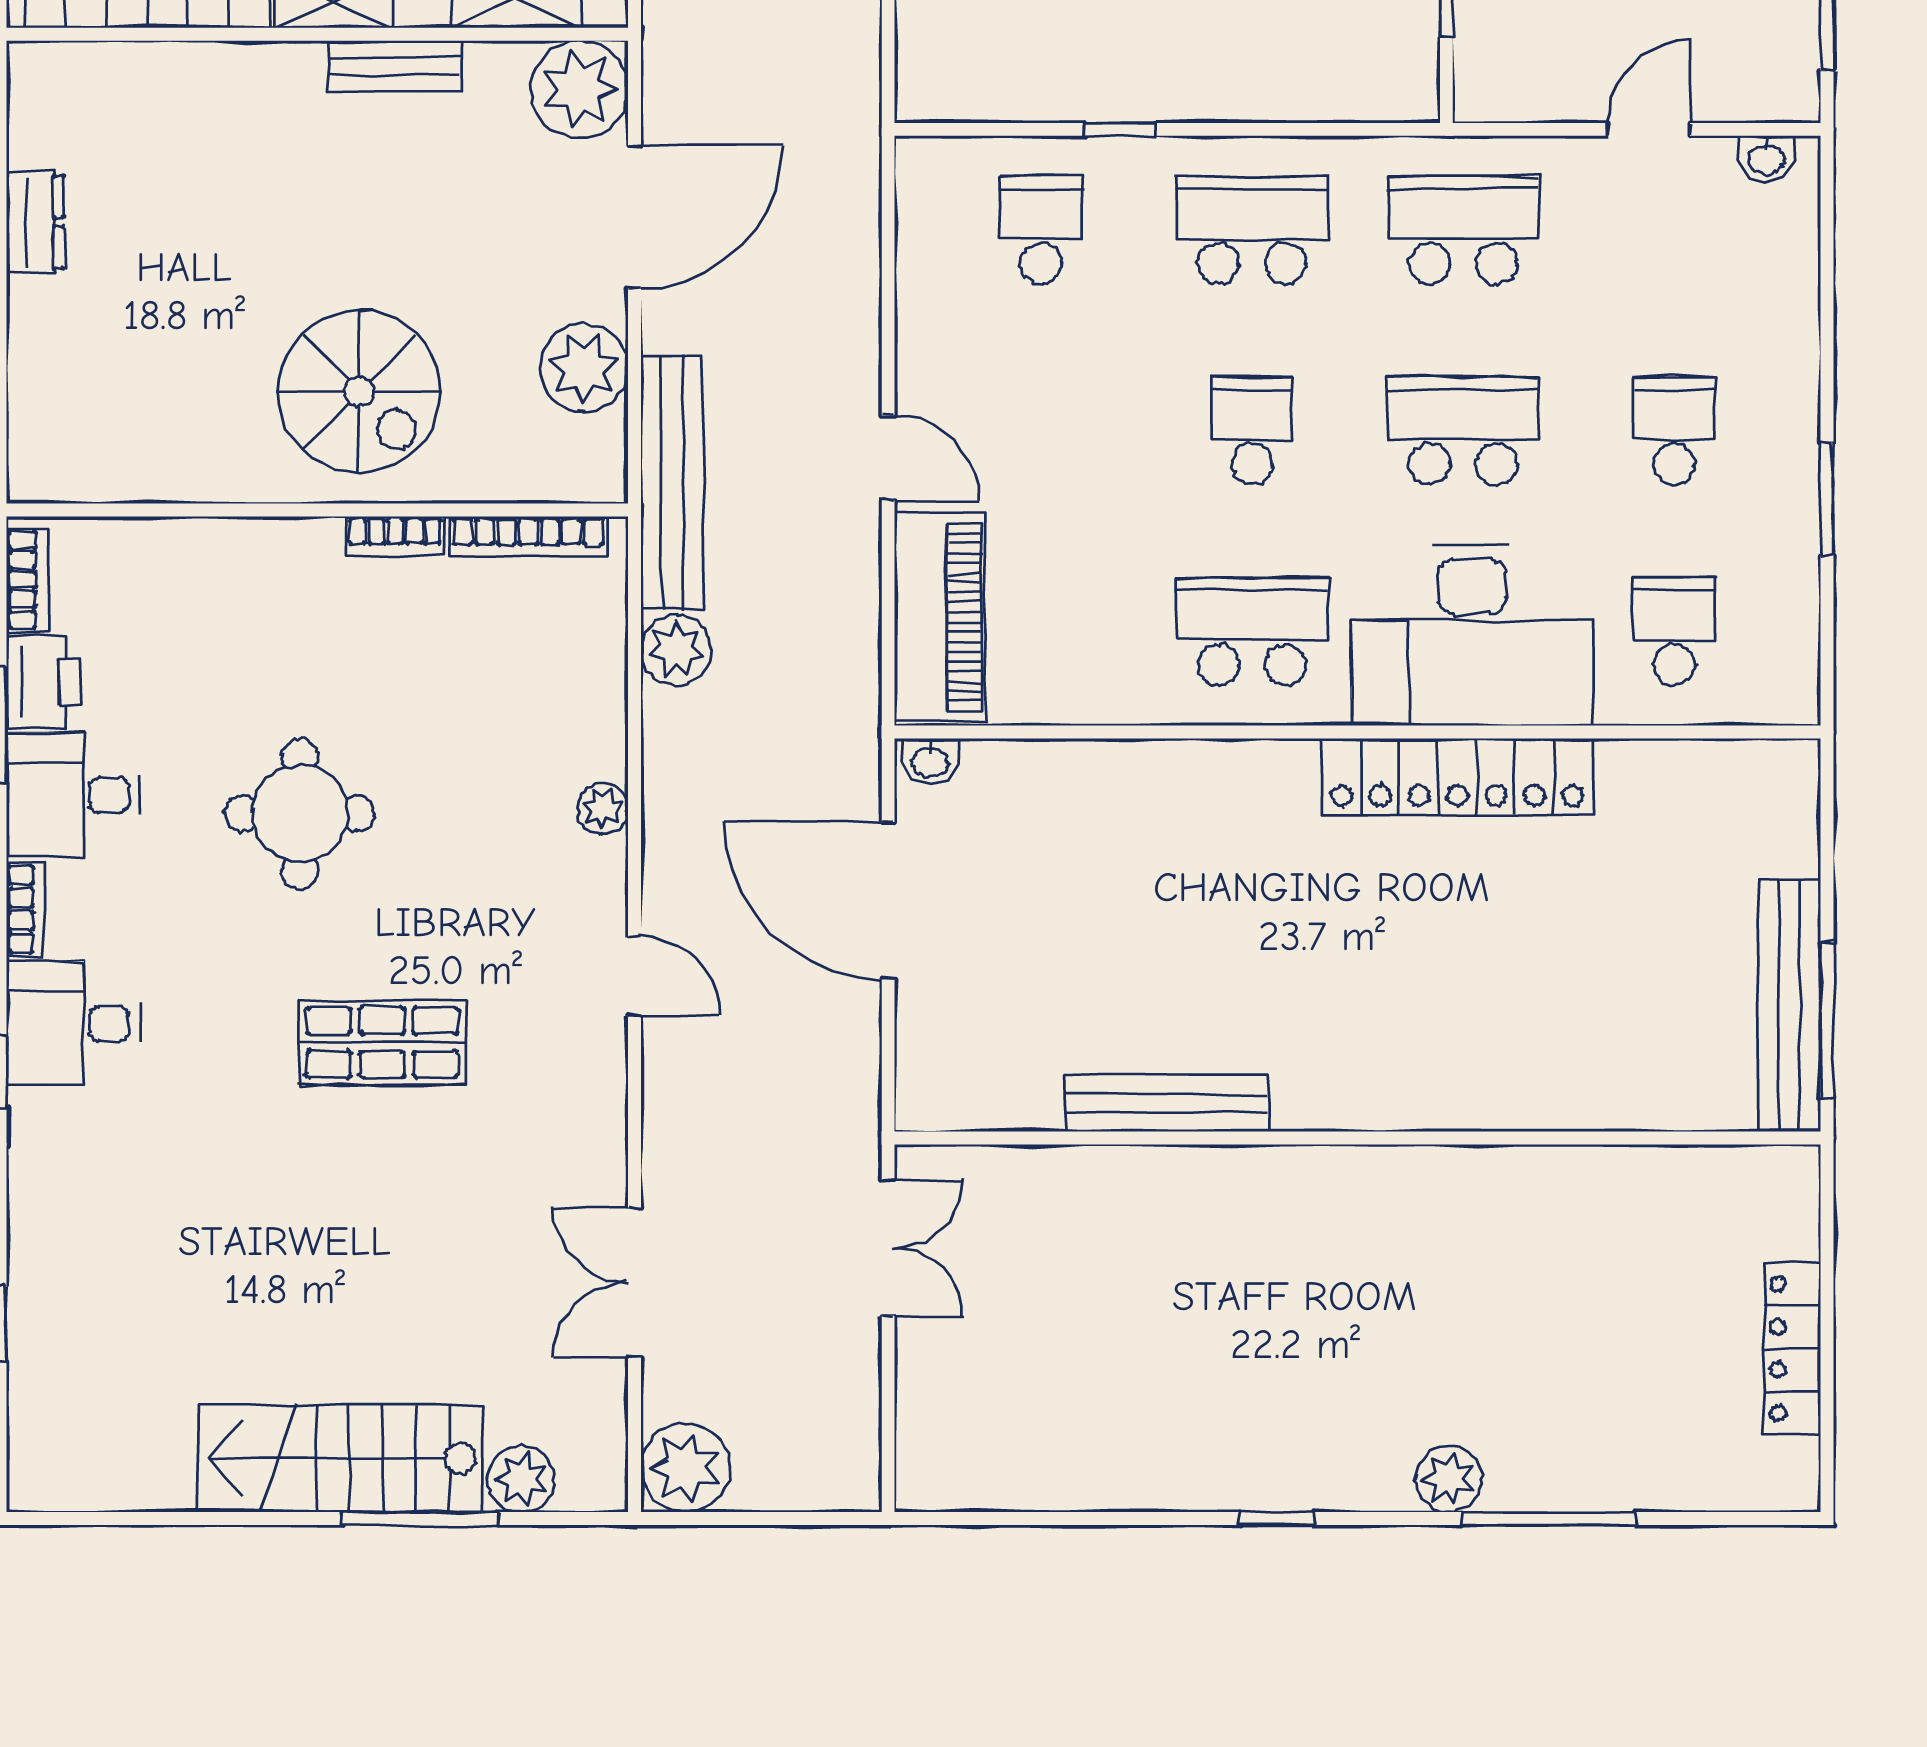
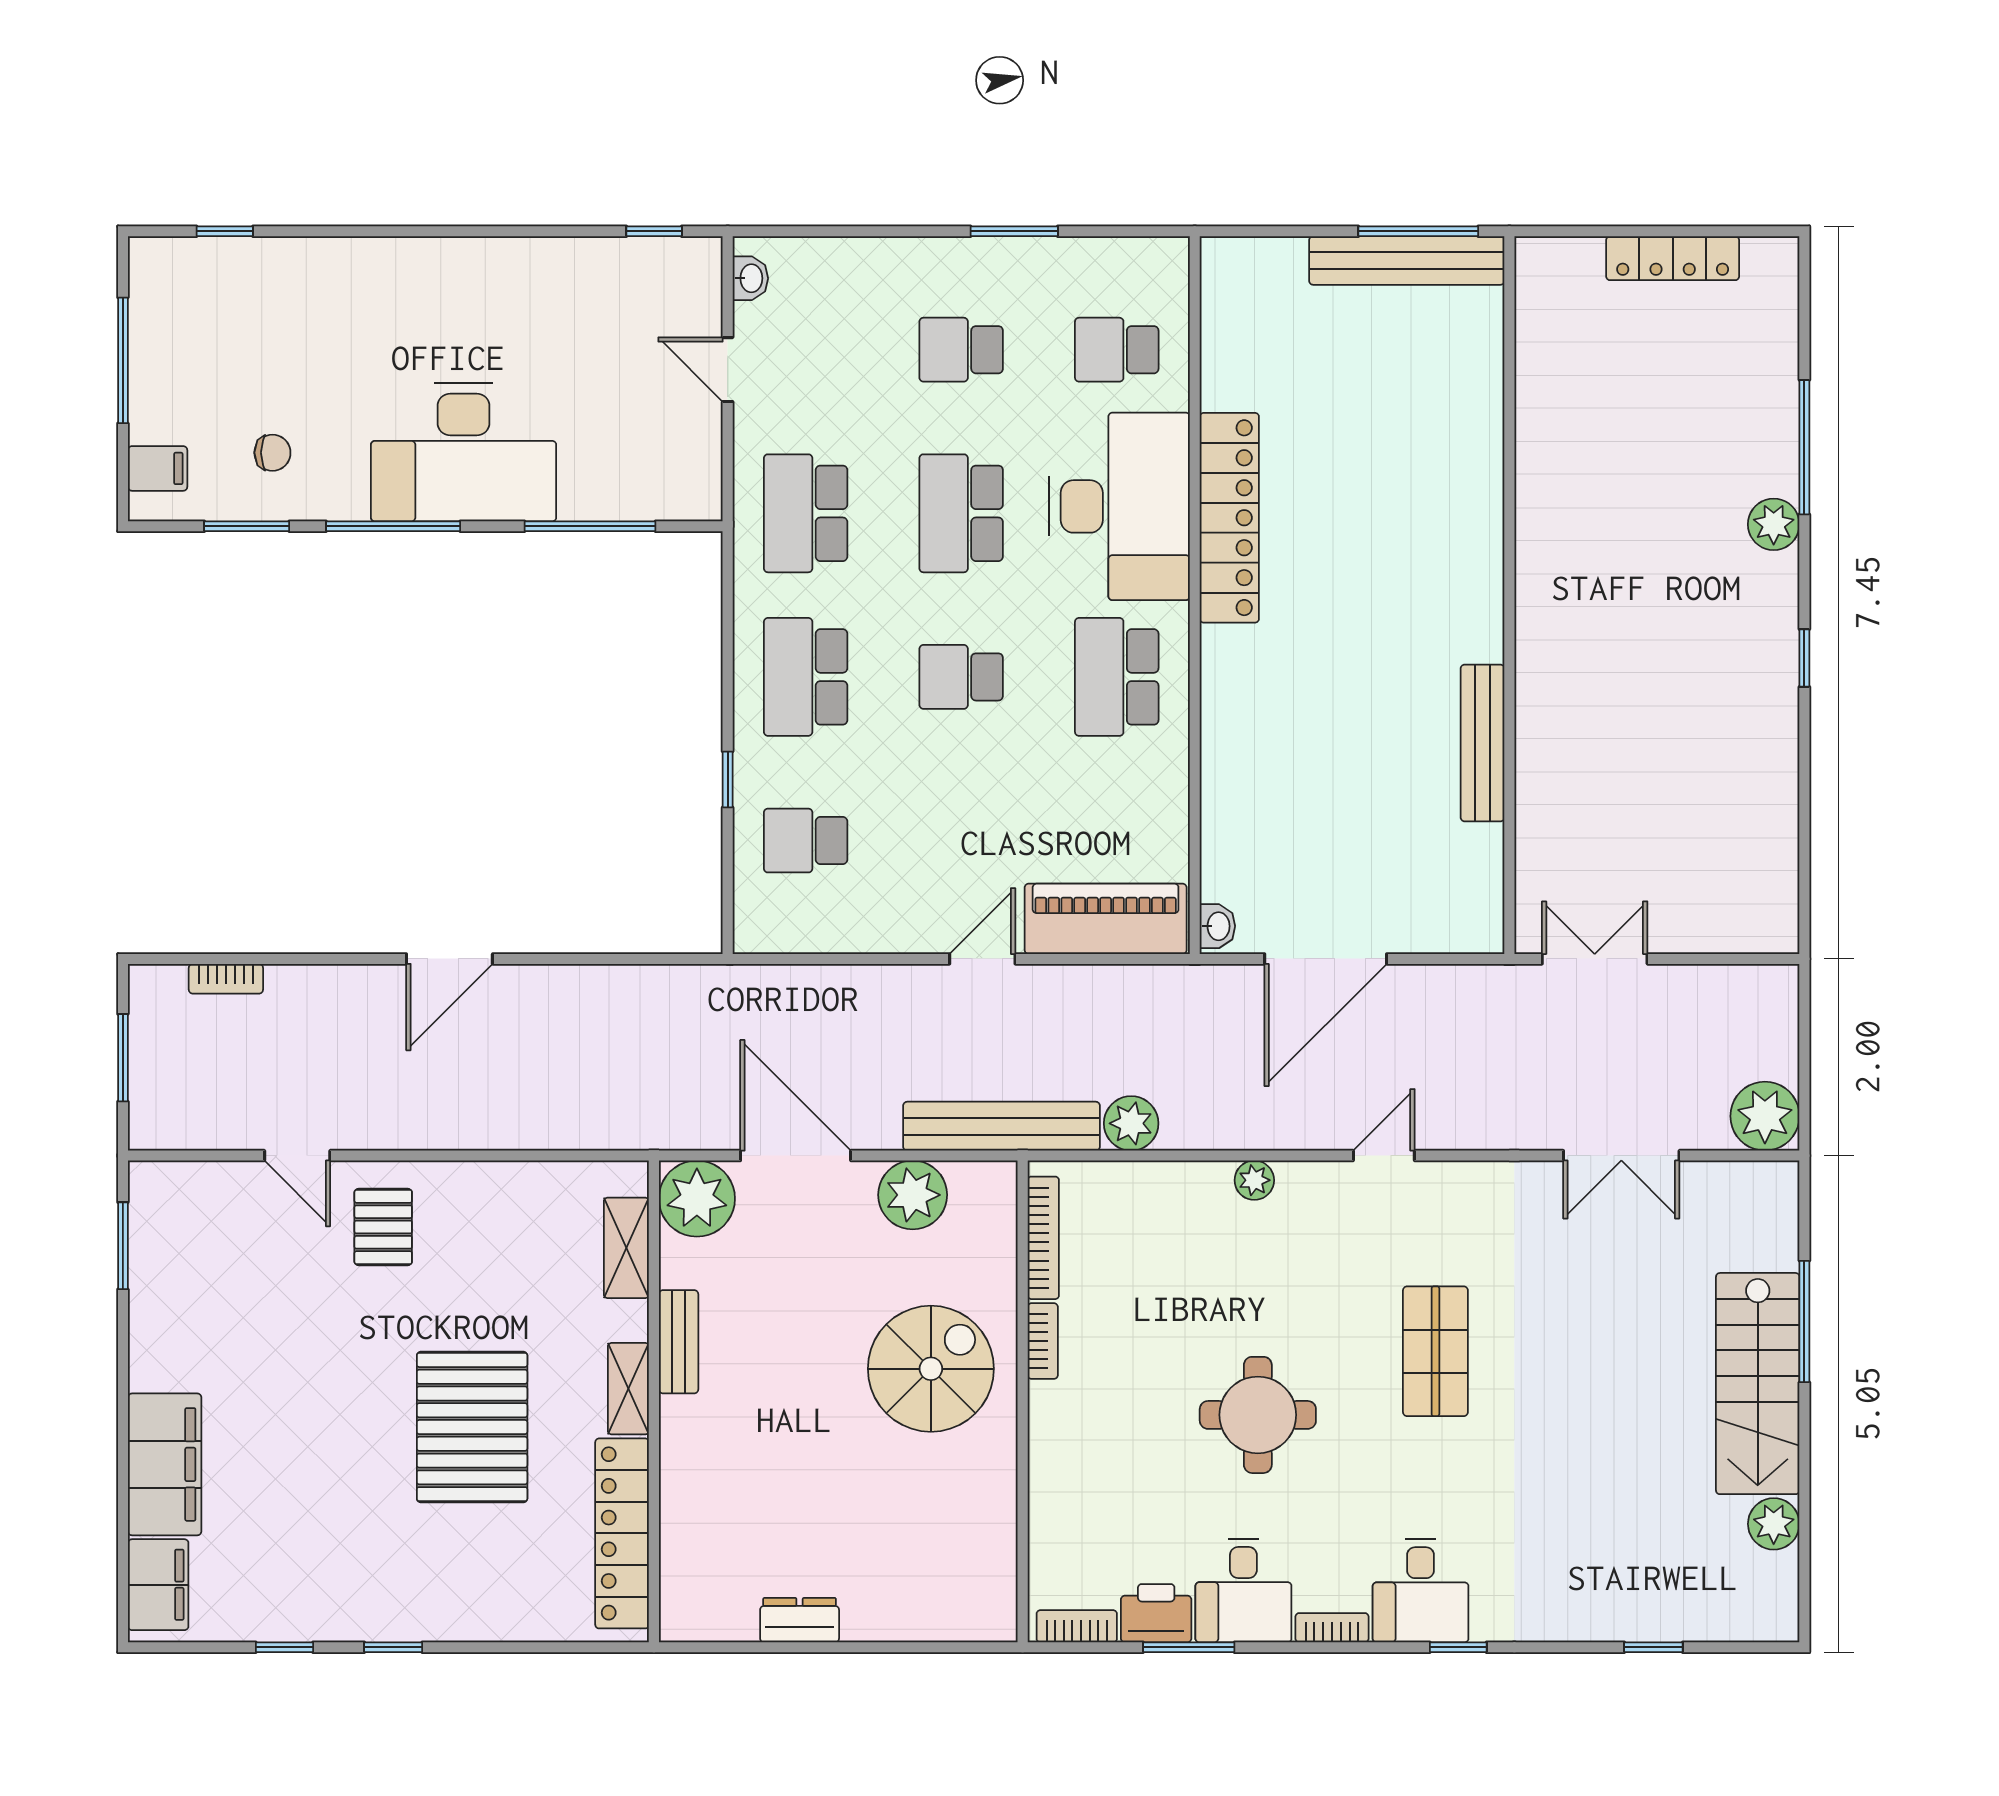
plant: (521, 1479) -> (1774, 1524), moved

